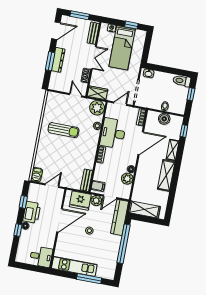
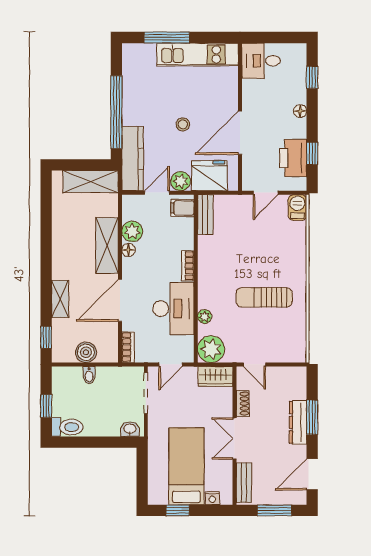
shelving: (166, 175) -> (107, 245), moved
printer: (32, 212) -> (293, 158), moved
window: (18, 230) -> (312, 77), moved

